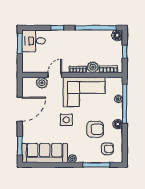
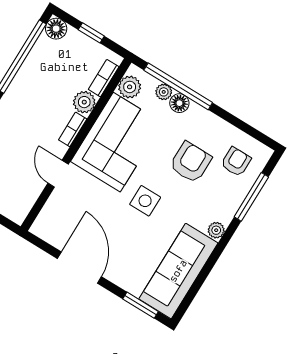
plant: (42, 83) -> (130, 87), moved
floor lamp: (118, 124) -> (179, 103), moved

